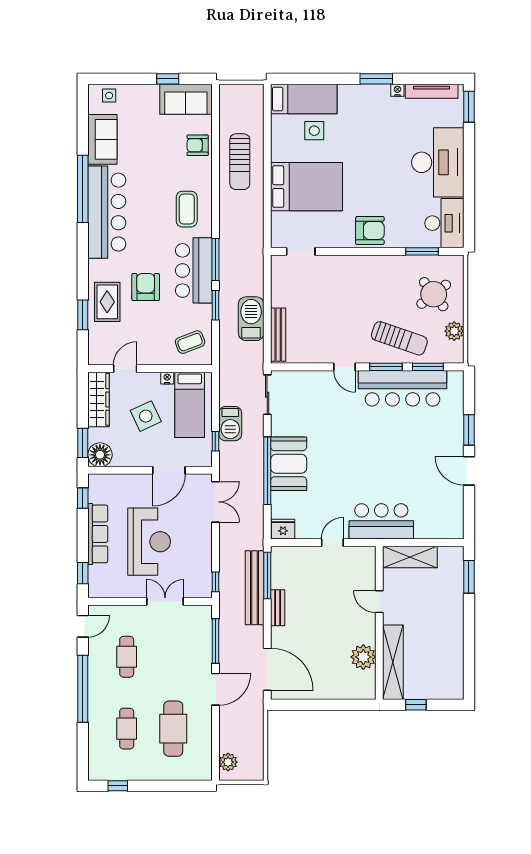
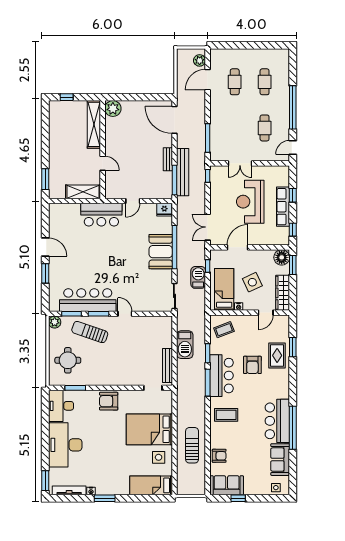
side table: (314, 131) -> (159, 457), moved
coffee table: (187, 209) -> (226, 415), turned 90
bar counter: (107, 212) -> (277, 421), width x0.73
round table: (434, 294) -> (68, 360), turned 38
plant: (454, 331) -> (55, 322), moved
bench: (278, 335) -> (167, 366), moved
window: (83, 573) -> (293, 195), moved
plant: (363, 657) -> (113, 109), moved
door: (215, 689) -> (208, 80), moved
window: (416, 705) -> (67, 97), moved
cafe table: (173, 729) -> (235, 82), width x0.73, depth x0.74
window: (118, 786) -> (270, 45), removed

